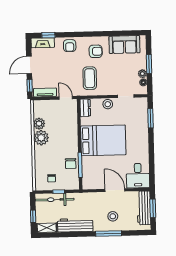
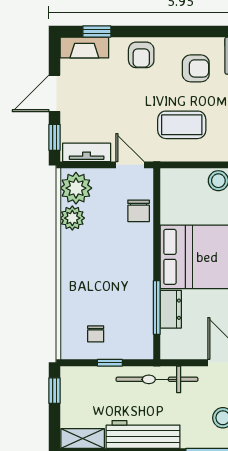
coffee table: (90, 78) -> (182, 125), turned 90
dresser: (85, 108) -> (171, 309), moved
plant: (41, 138) -> (76, 188), moved
chair: (71, 164) -> (139, 211), moved
bicycle: (55, 200) -> (157, 379), moved
window: (33, 216) -> (54, 391), moved

